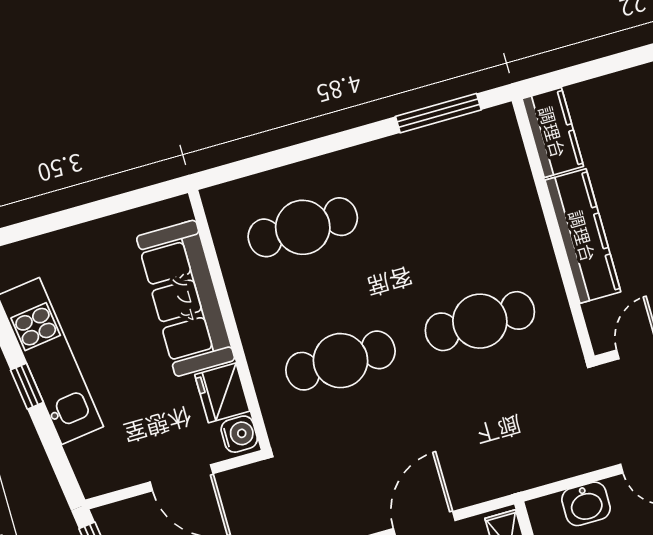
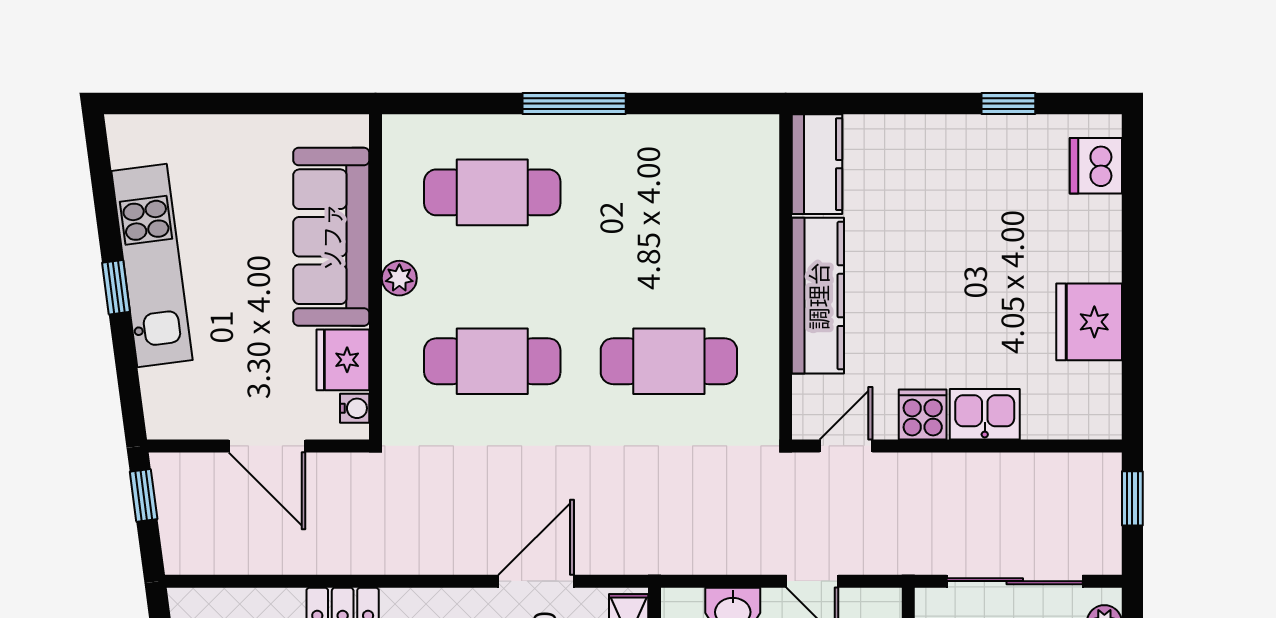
window: (438, 113) -> (574, 103), moved
plant: (249, 316) -> (399, 278), added
water cooler: (239, 434) -> (355, 408), width x0.72, depth x0.72

